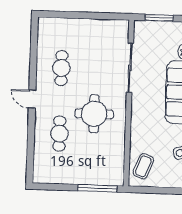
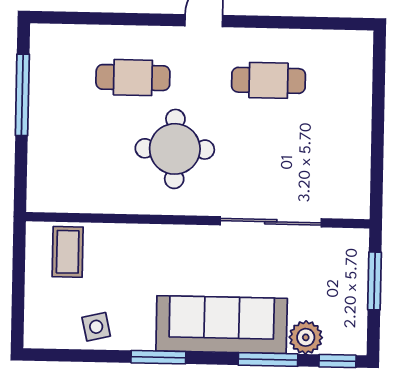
coffee table: (143, 166) -> (68, 252), turned 69
window: (97, 188) -> (22, 95), moved

